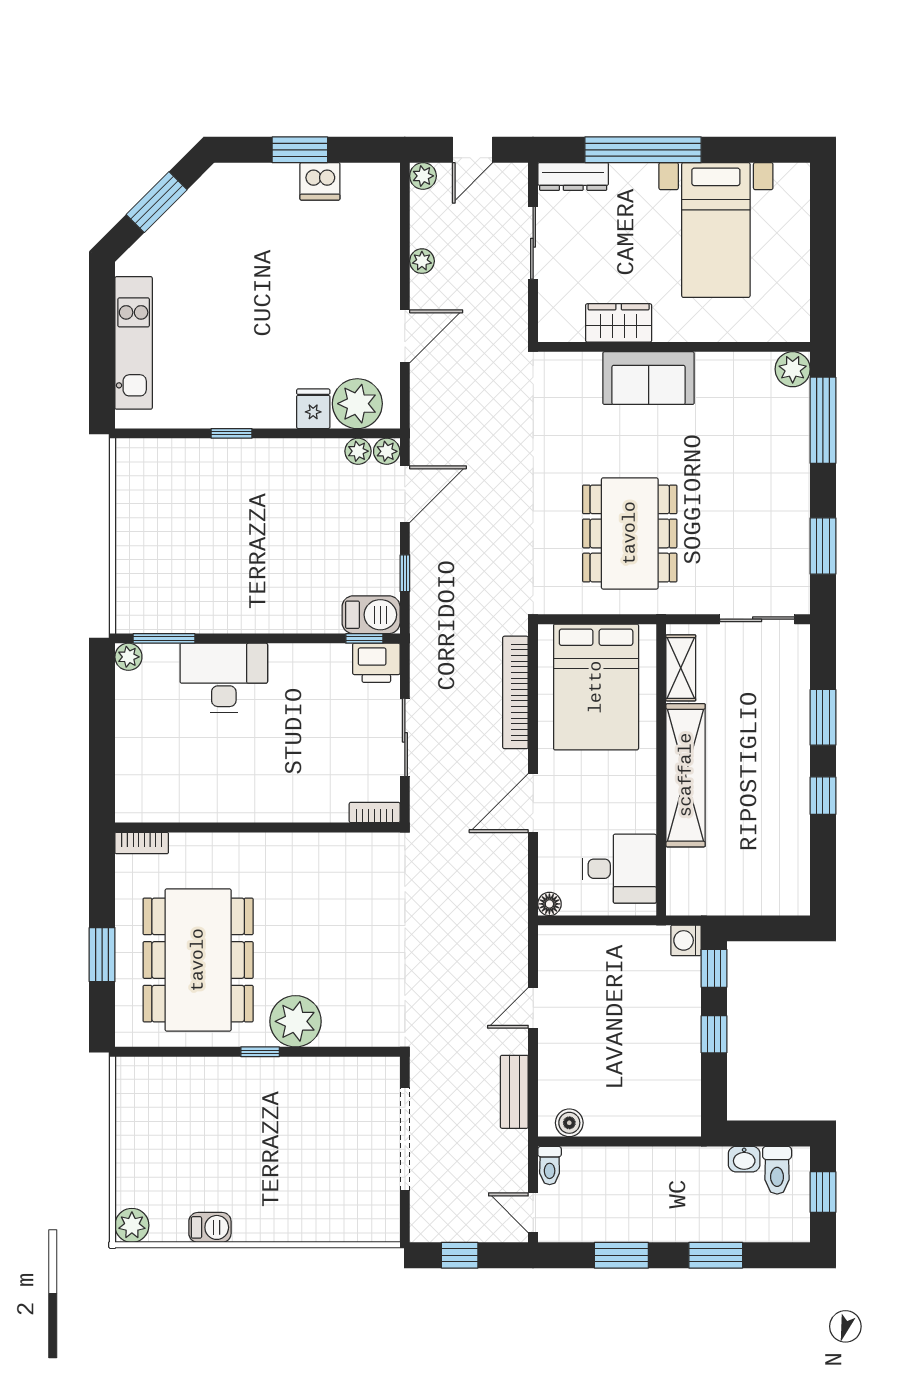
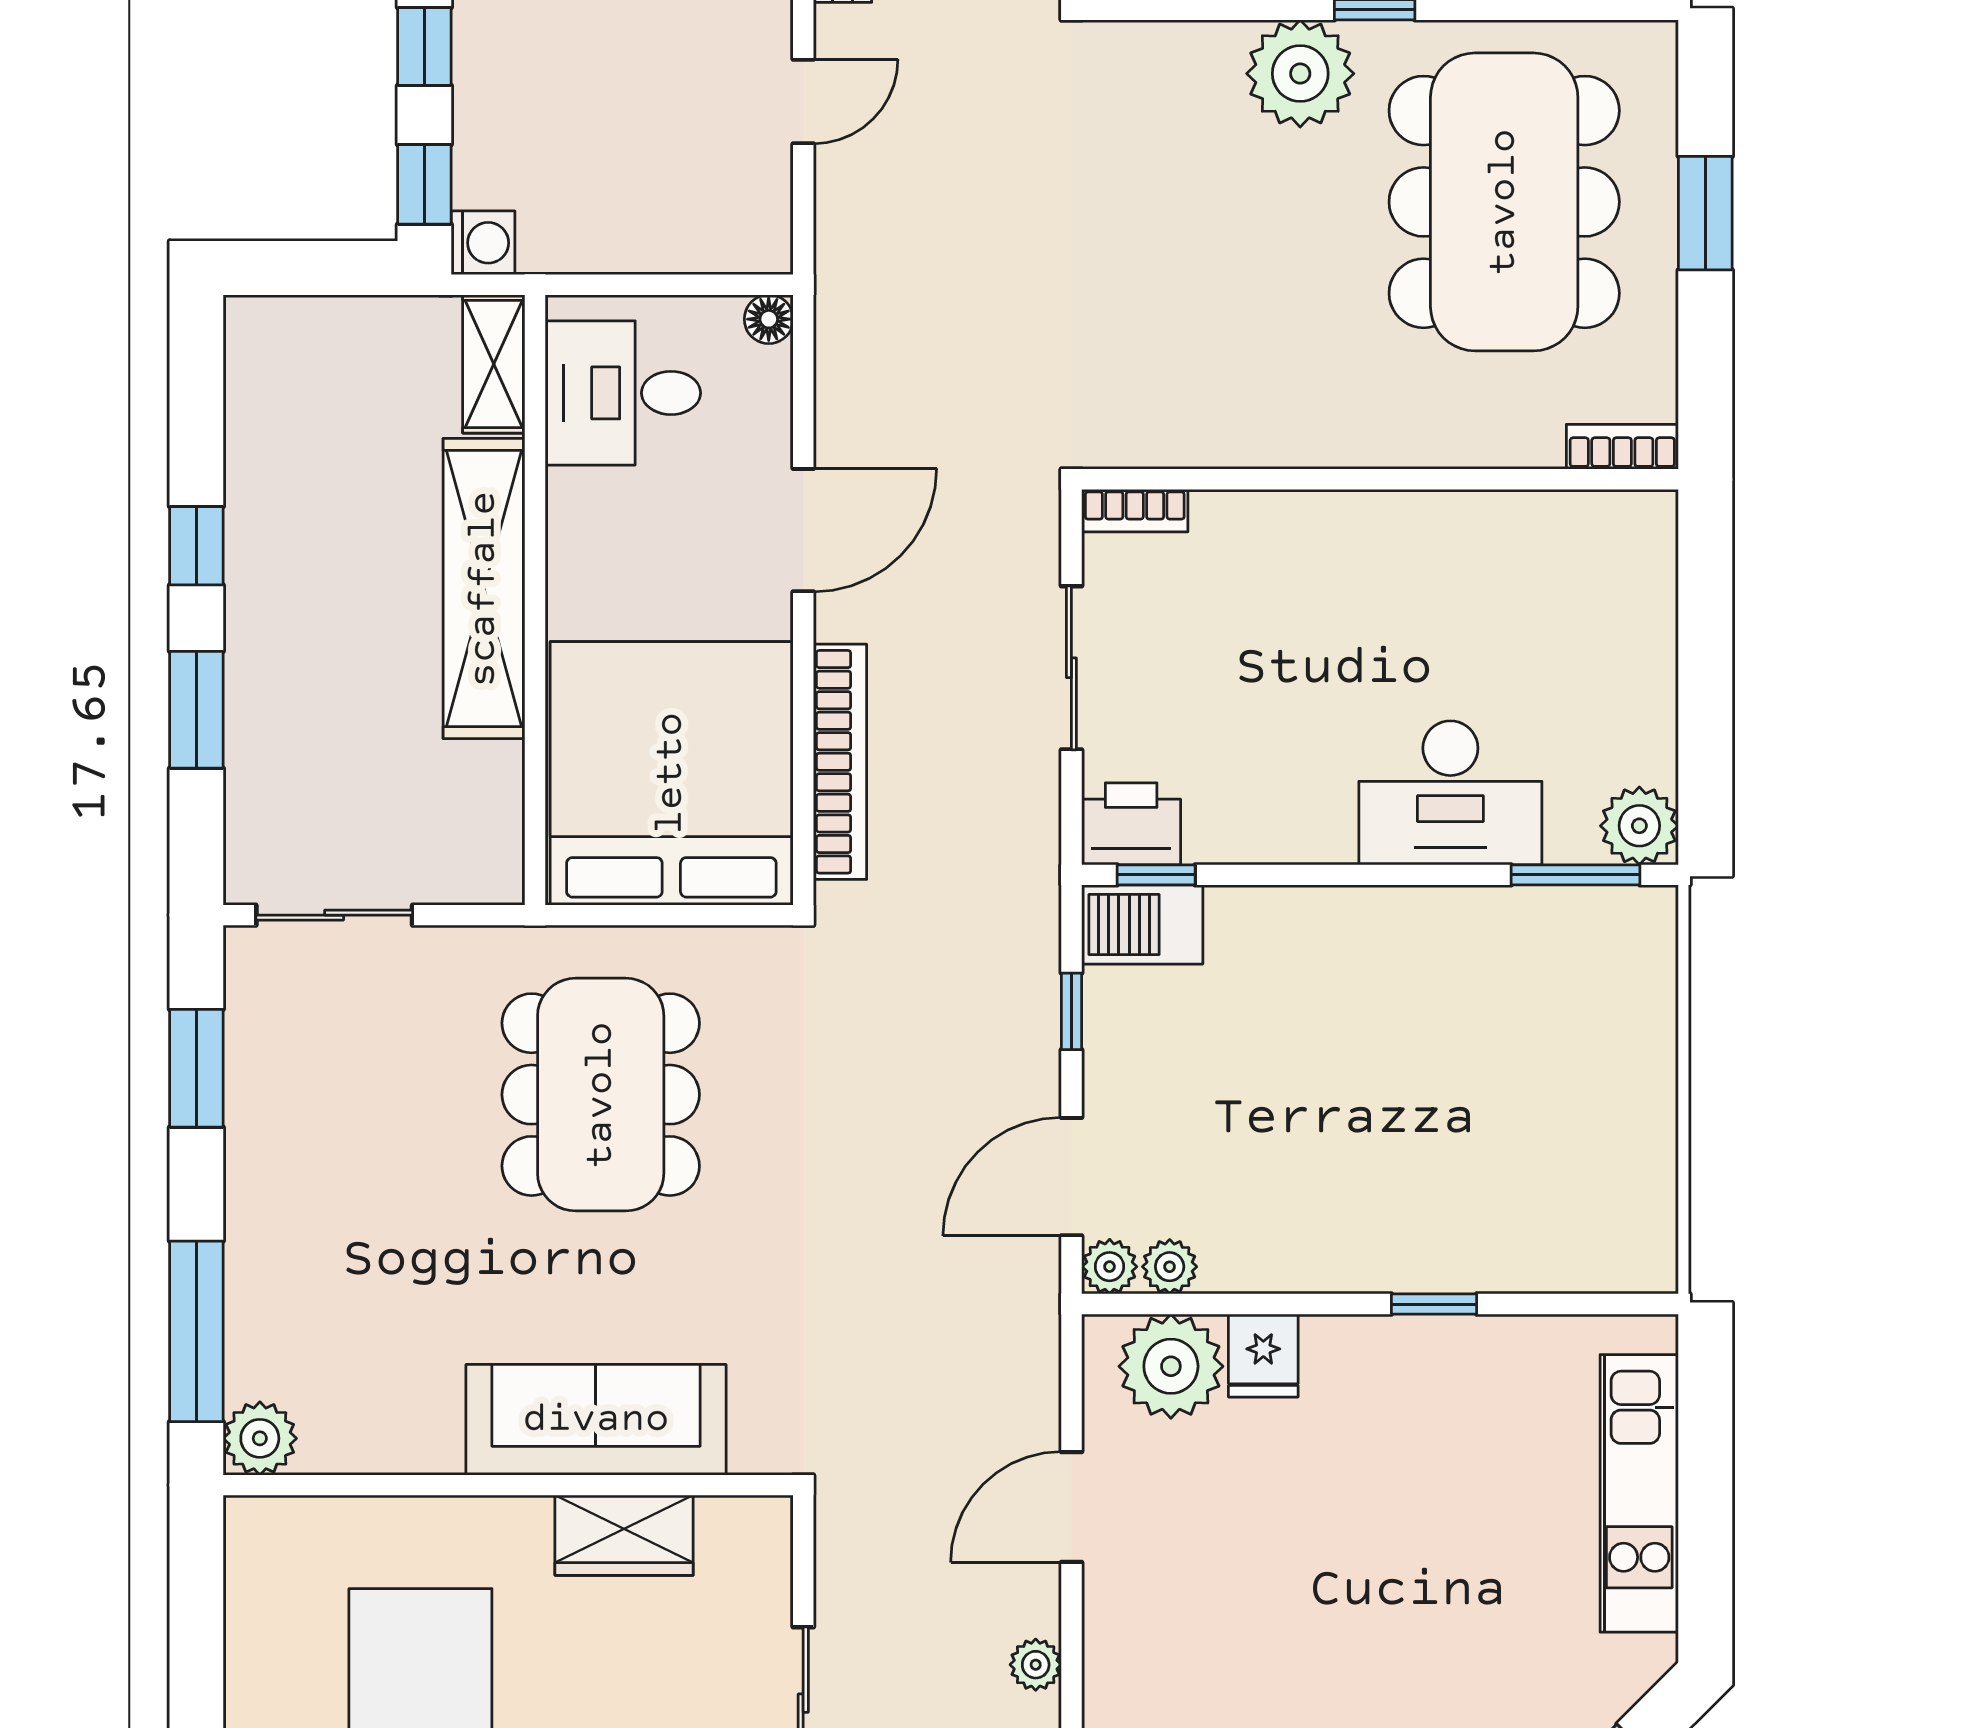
sofa: (649, 378) -> (596, 1420), width x1.36
plant: (128, 657) -> (1639, 826), width x1.38, depth x1.38
shelving: (681, 668) -> (494, 364), moved
bed: (596, 687) -> (671, 773), width x1.36

